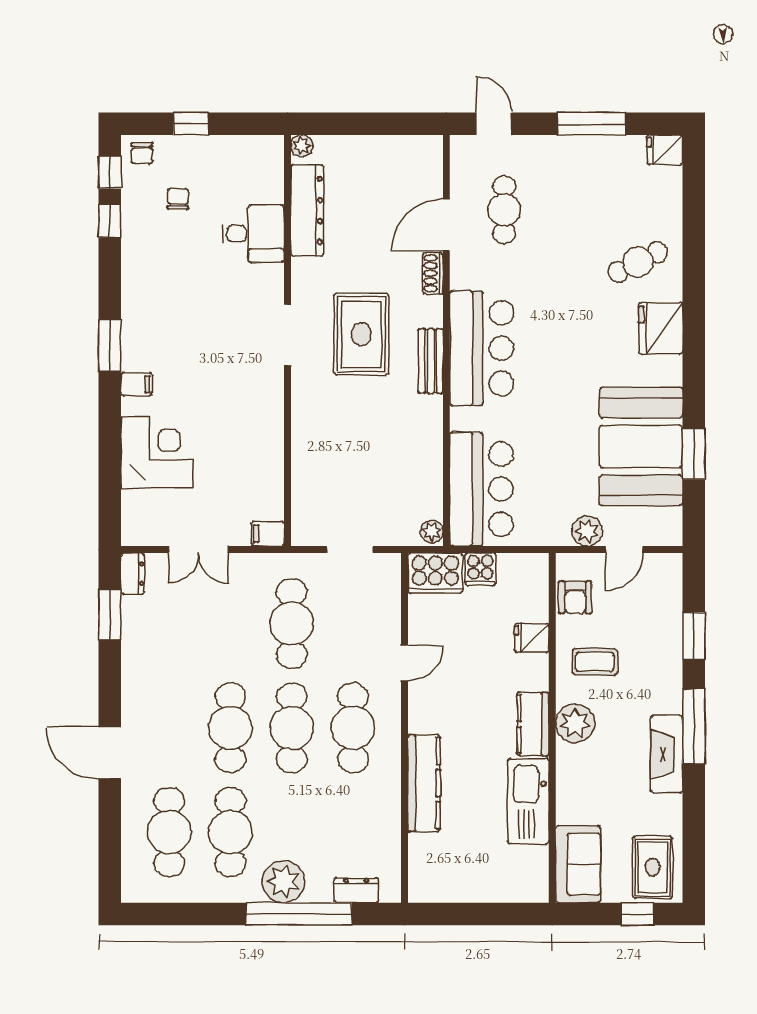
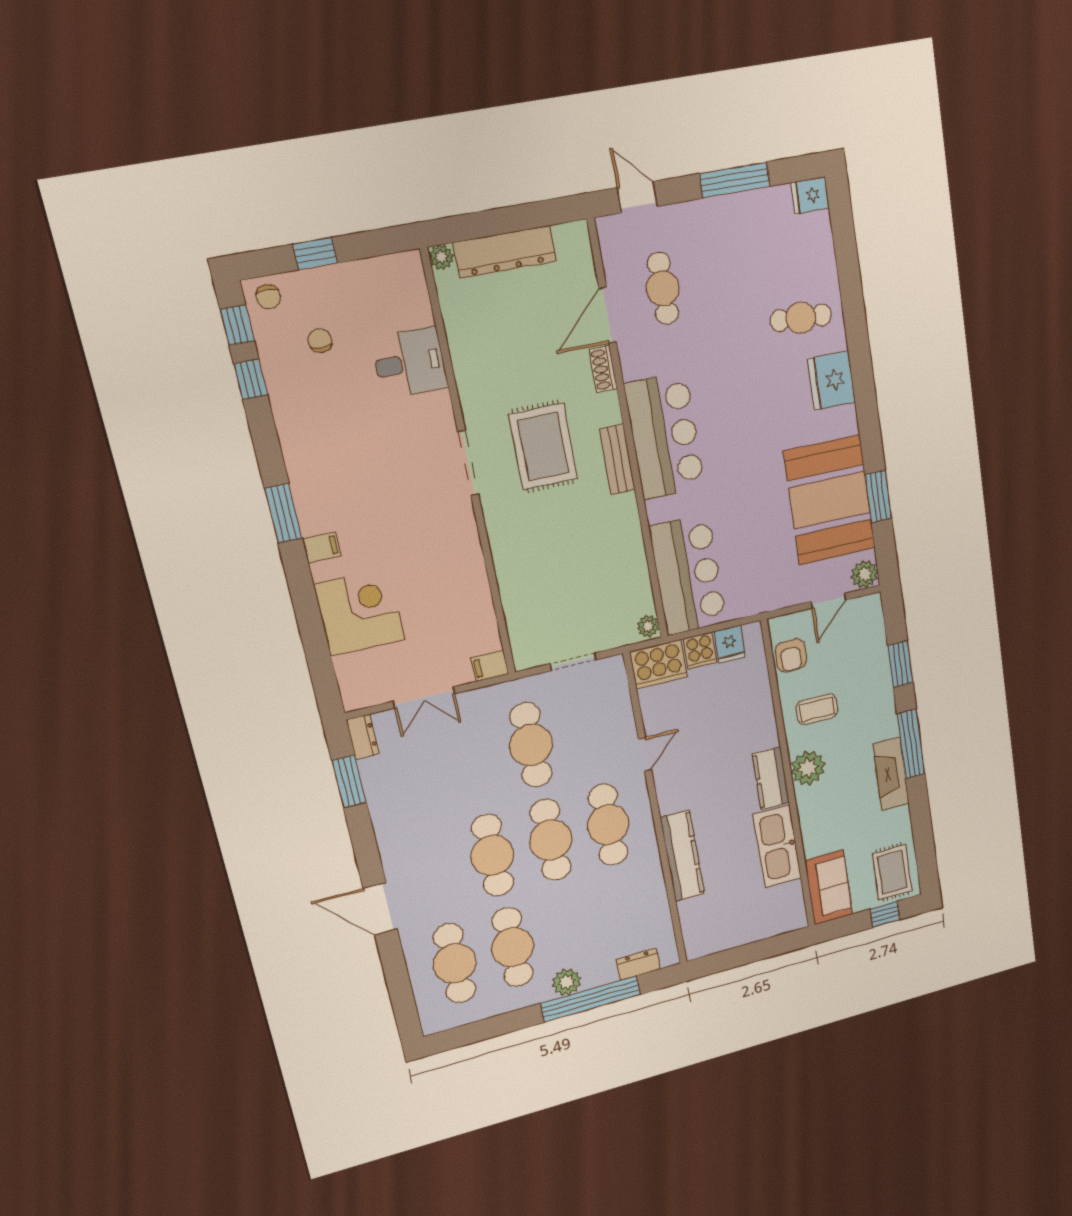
dresser: (307, 210) -> (505, 252), moved, turned 90
cafe table: (638, 262) -> (801, 318), turned 30
plant: (587, 531) -> (865, 574), moved
fridge: (532, 638) -> (730, 644), moved, turned -90
plant: (283, 882) -> (567, 982), width x0.73, depth x0.73

